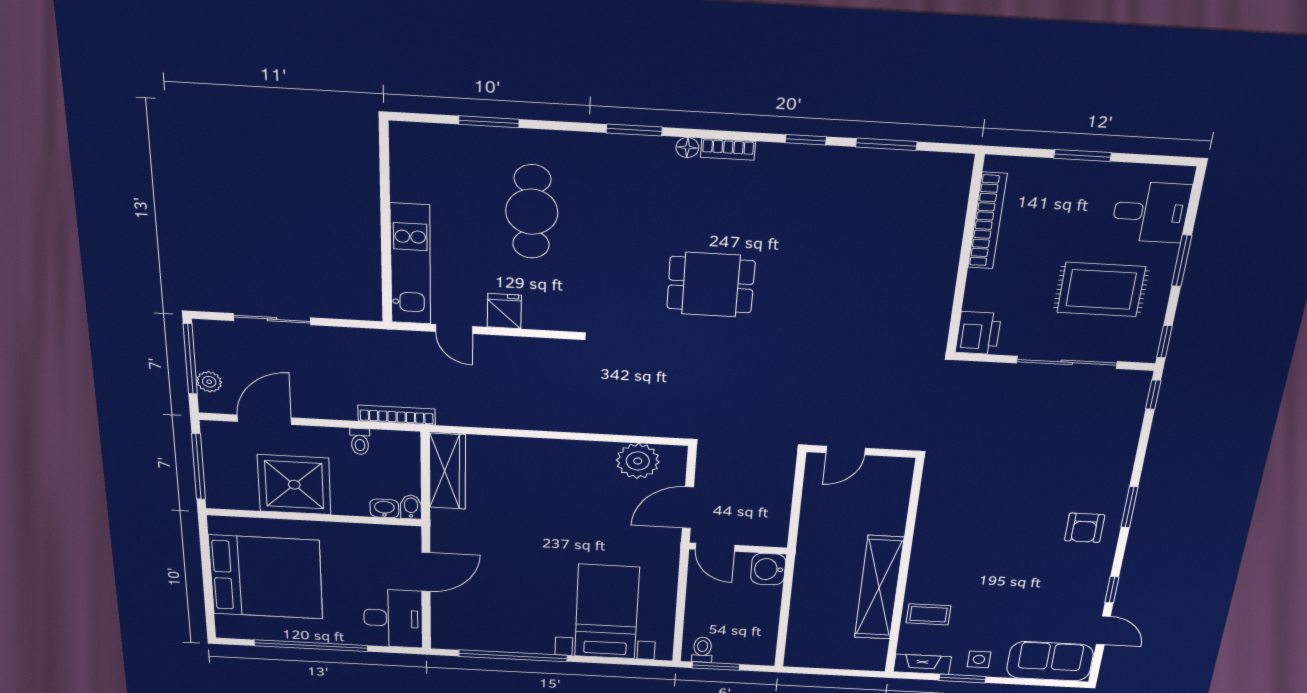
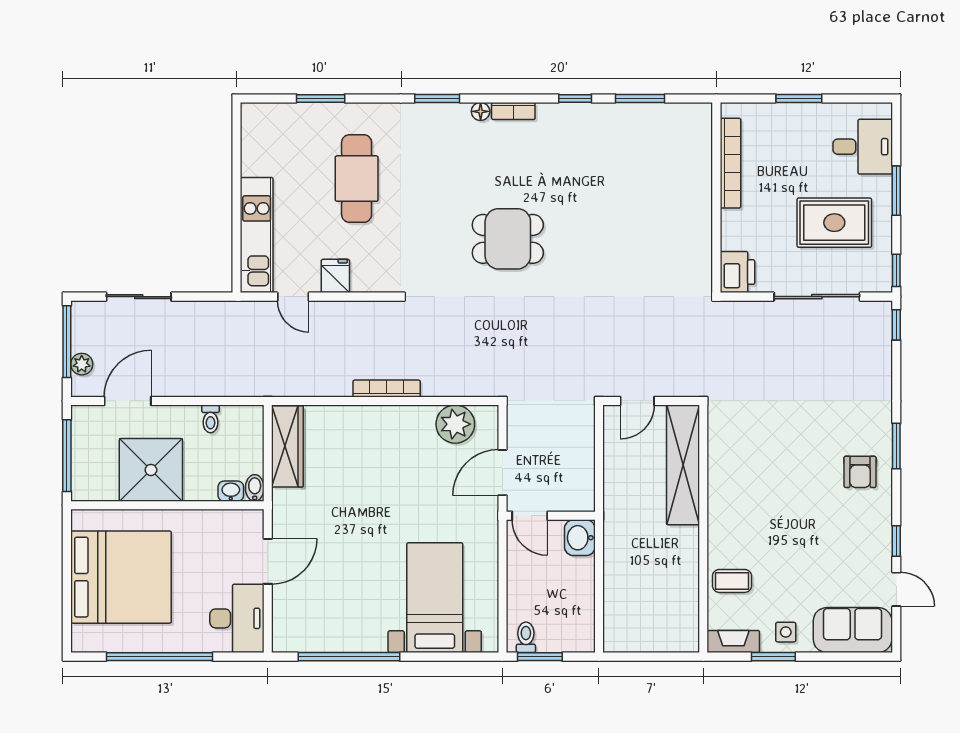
bookcase: (397, 415) -> (387, 389), moved
shelving: (879, 588) -> (683, 465), moved

